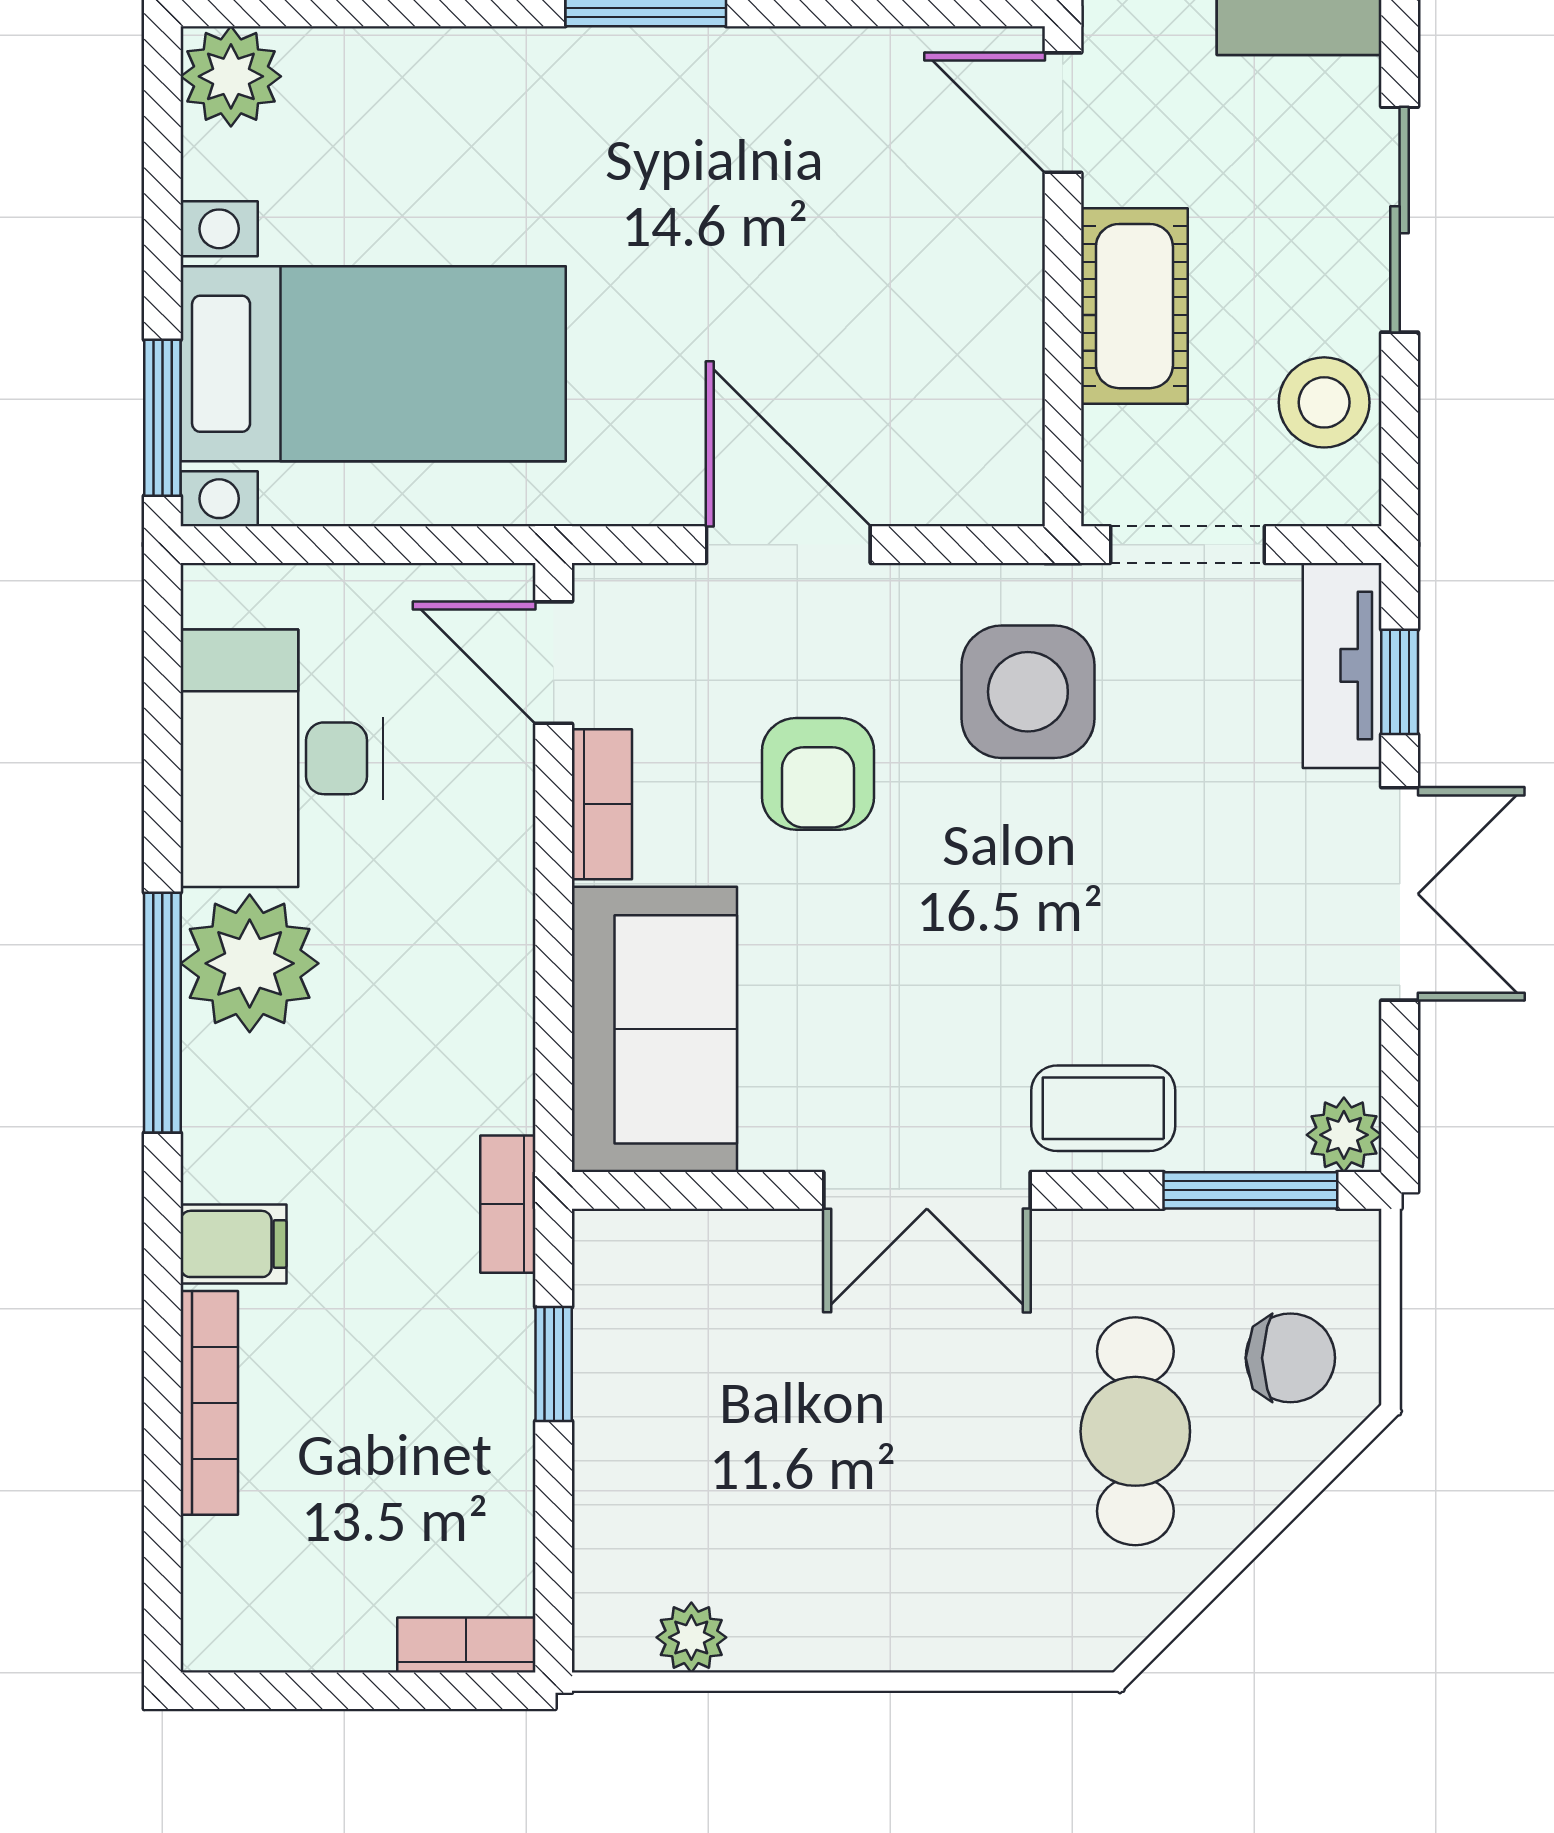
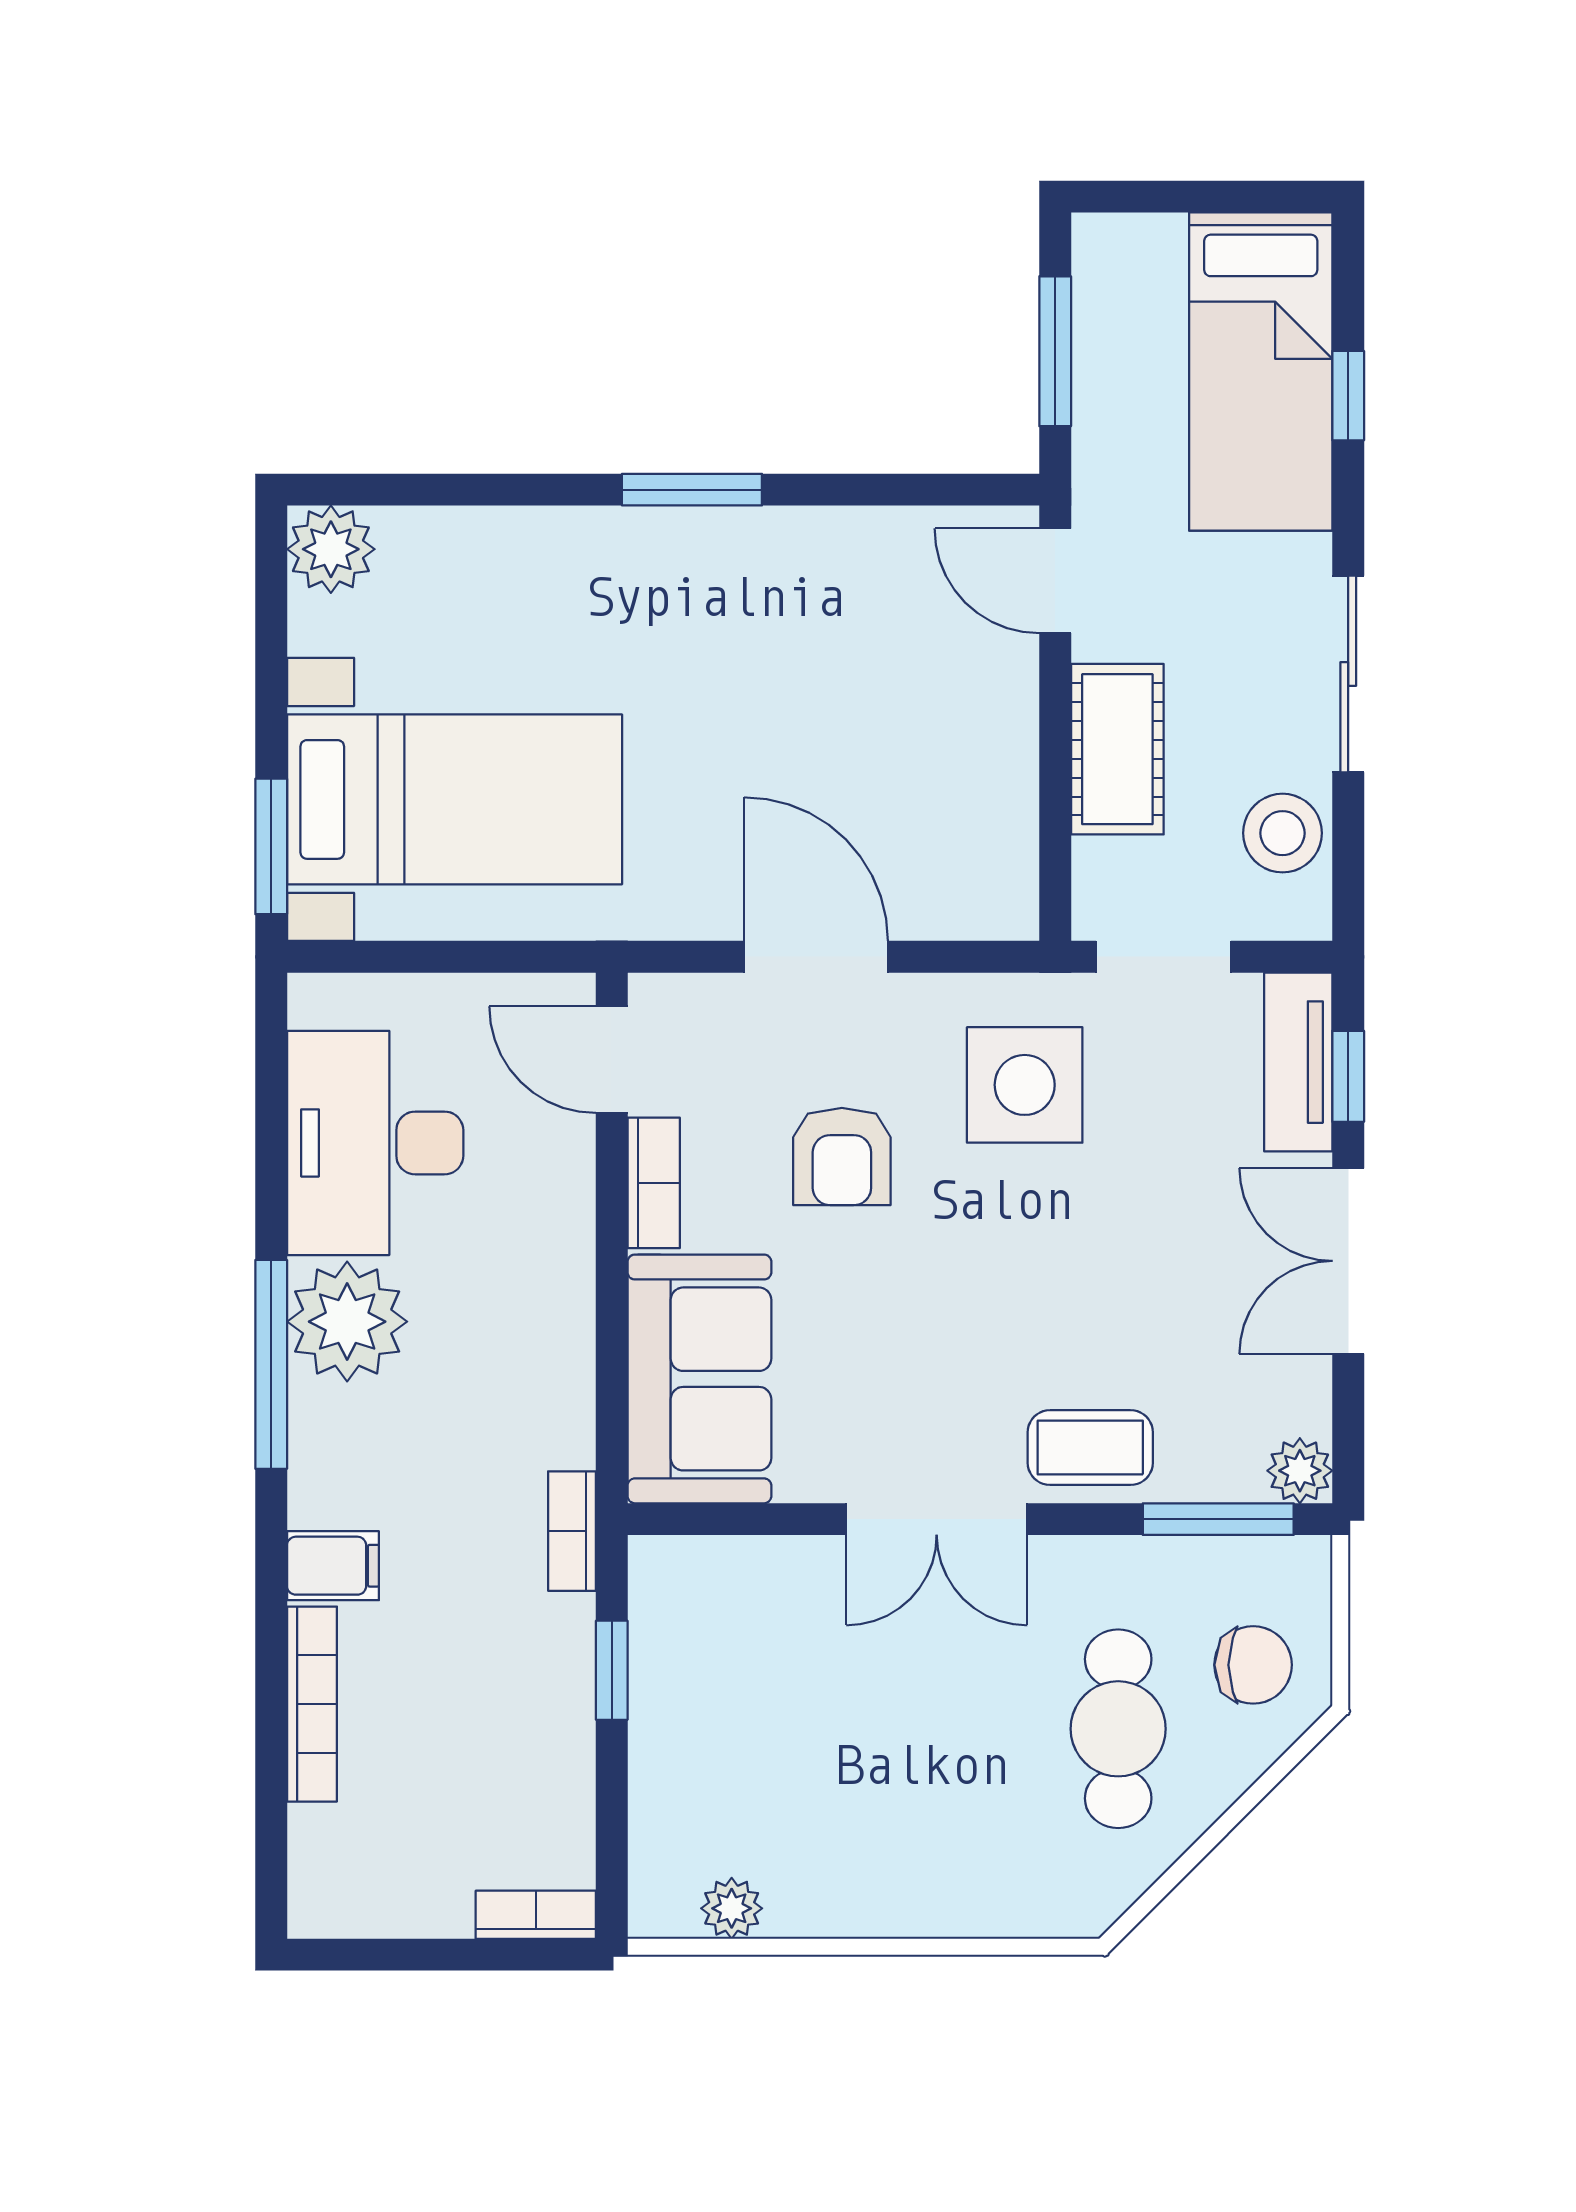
double door: (1400, 894) -> (1348, 1261), swing flipped

